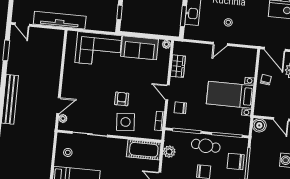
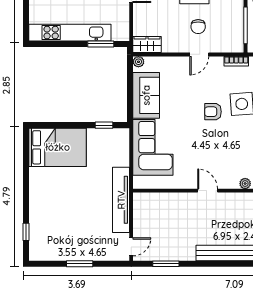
wardrobe: (178, 66) -> (147, 45), moved
door: (58, 106) -> (208, 191), moved
chair: (180, 108) -> (198, 27), moved

